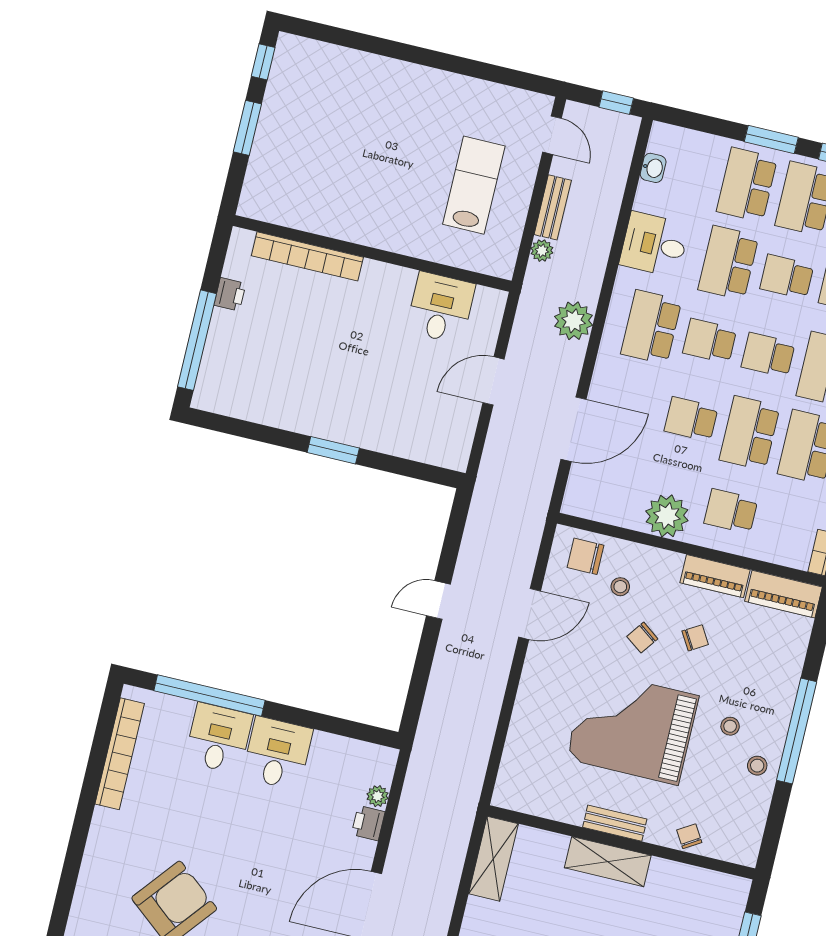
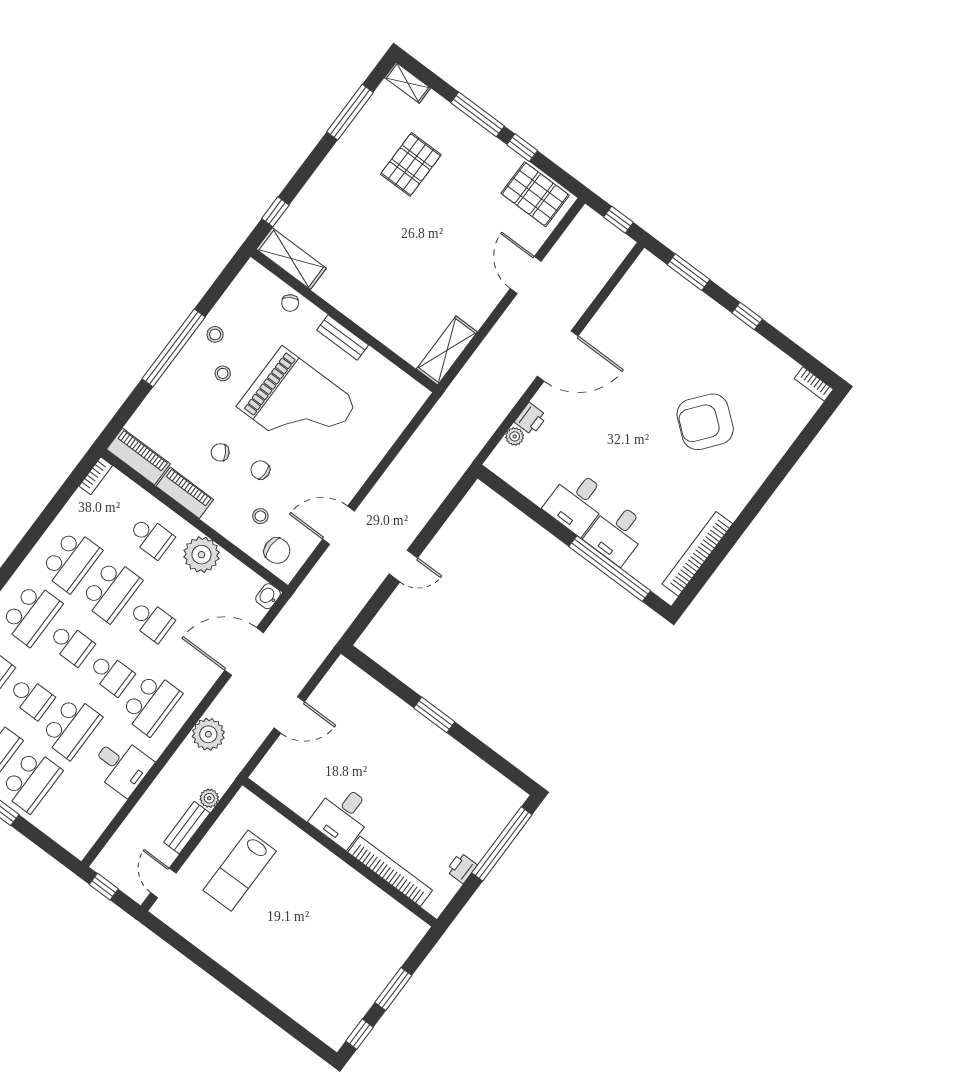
washbasin: (653, 168) -> (268, 596), moved
desk: (441, 308) -> (342, 816), moved
chair: (642, 638) -> (260, 470), turned -126
shelving: (608, 862) -> (291, 259), moved

